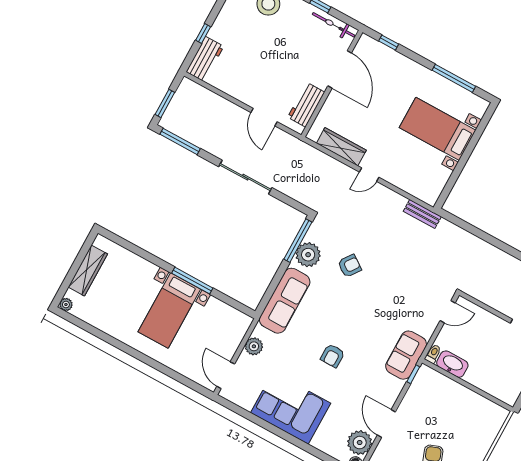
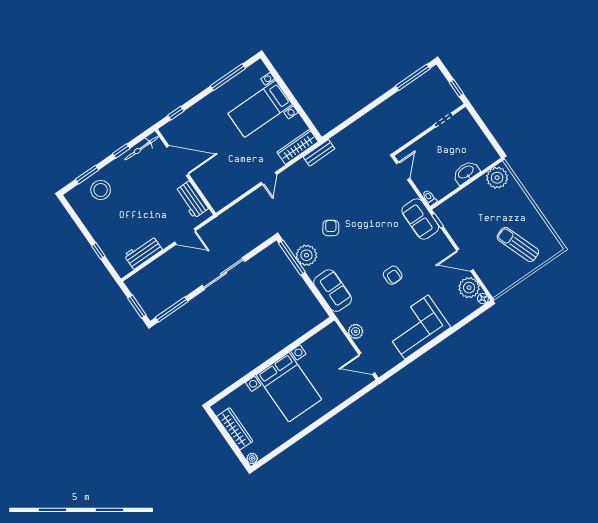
workbench: (205, 59) -> (143, 252), moved, turned -90
wardrobe: (341, 147) -> (298, 147), moved
window: (192, 281) -> (282, 353), removed
sofa: (285, 301) -> (333, 291), width x0.73
bed with nightstands: (169, 310) -> (289, 387), width x1.36
washbasin: (452, 364) -> (466, 172), moved
plant: (490, 414) -> (497, 178), added

